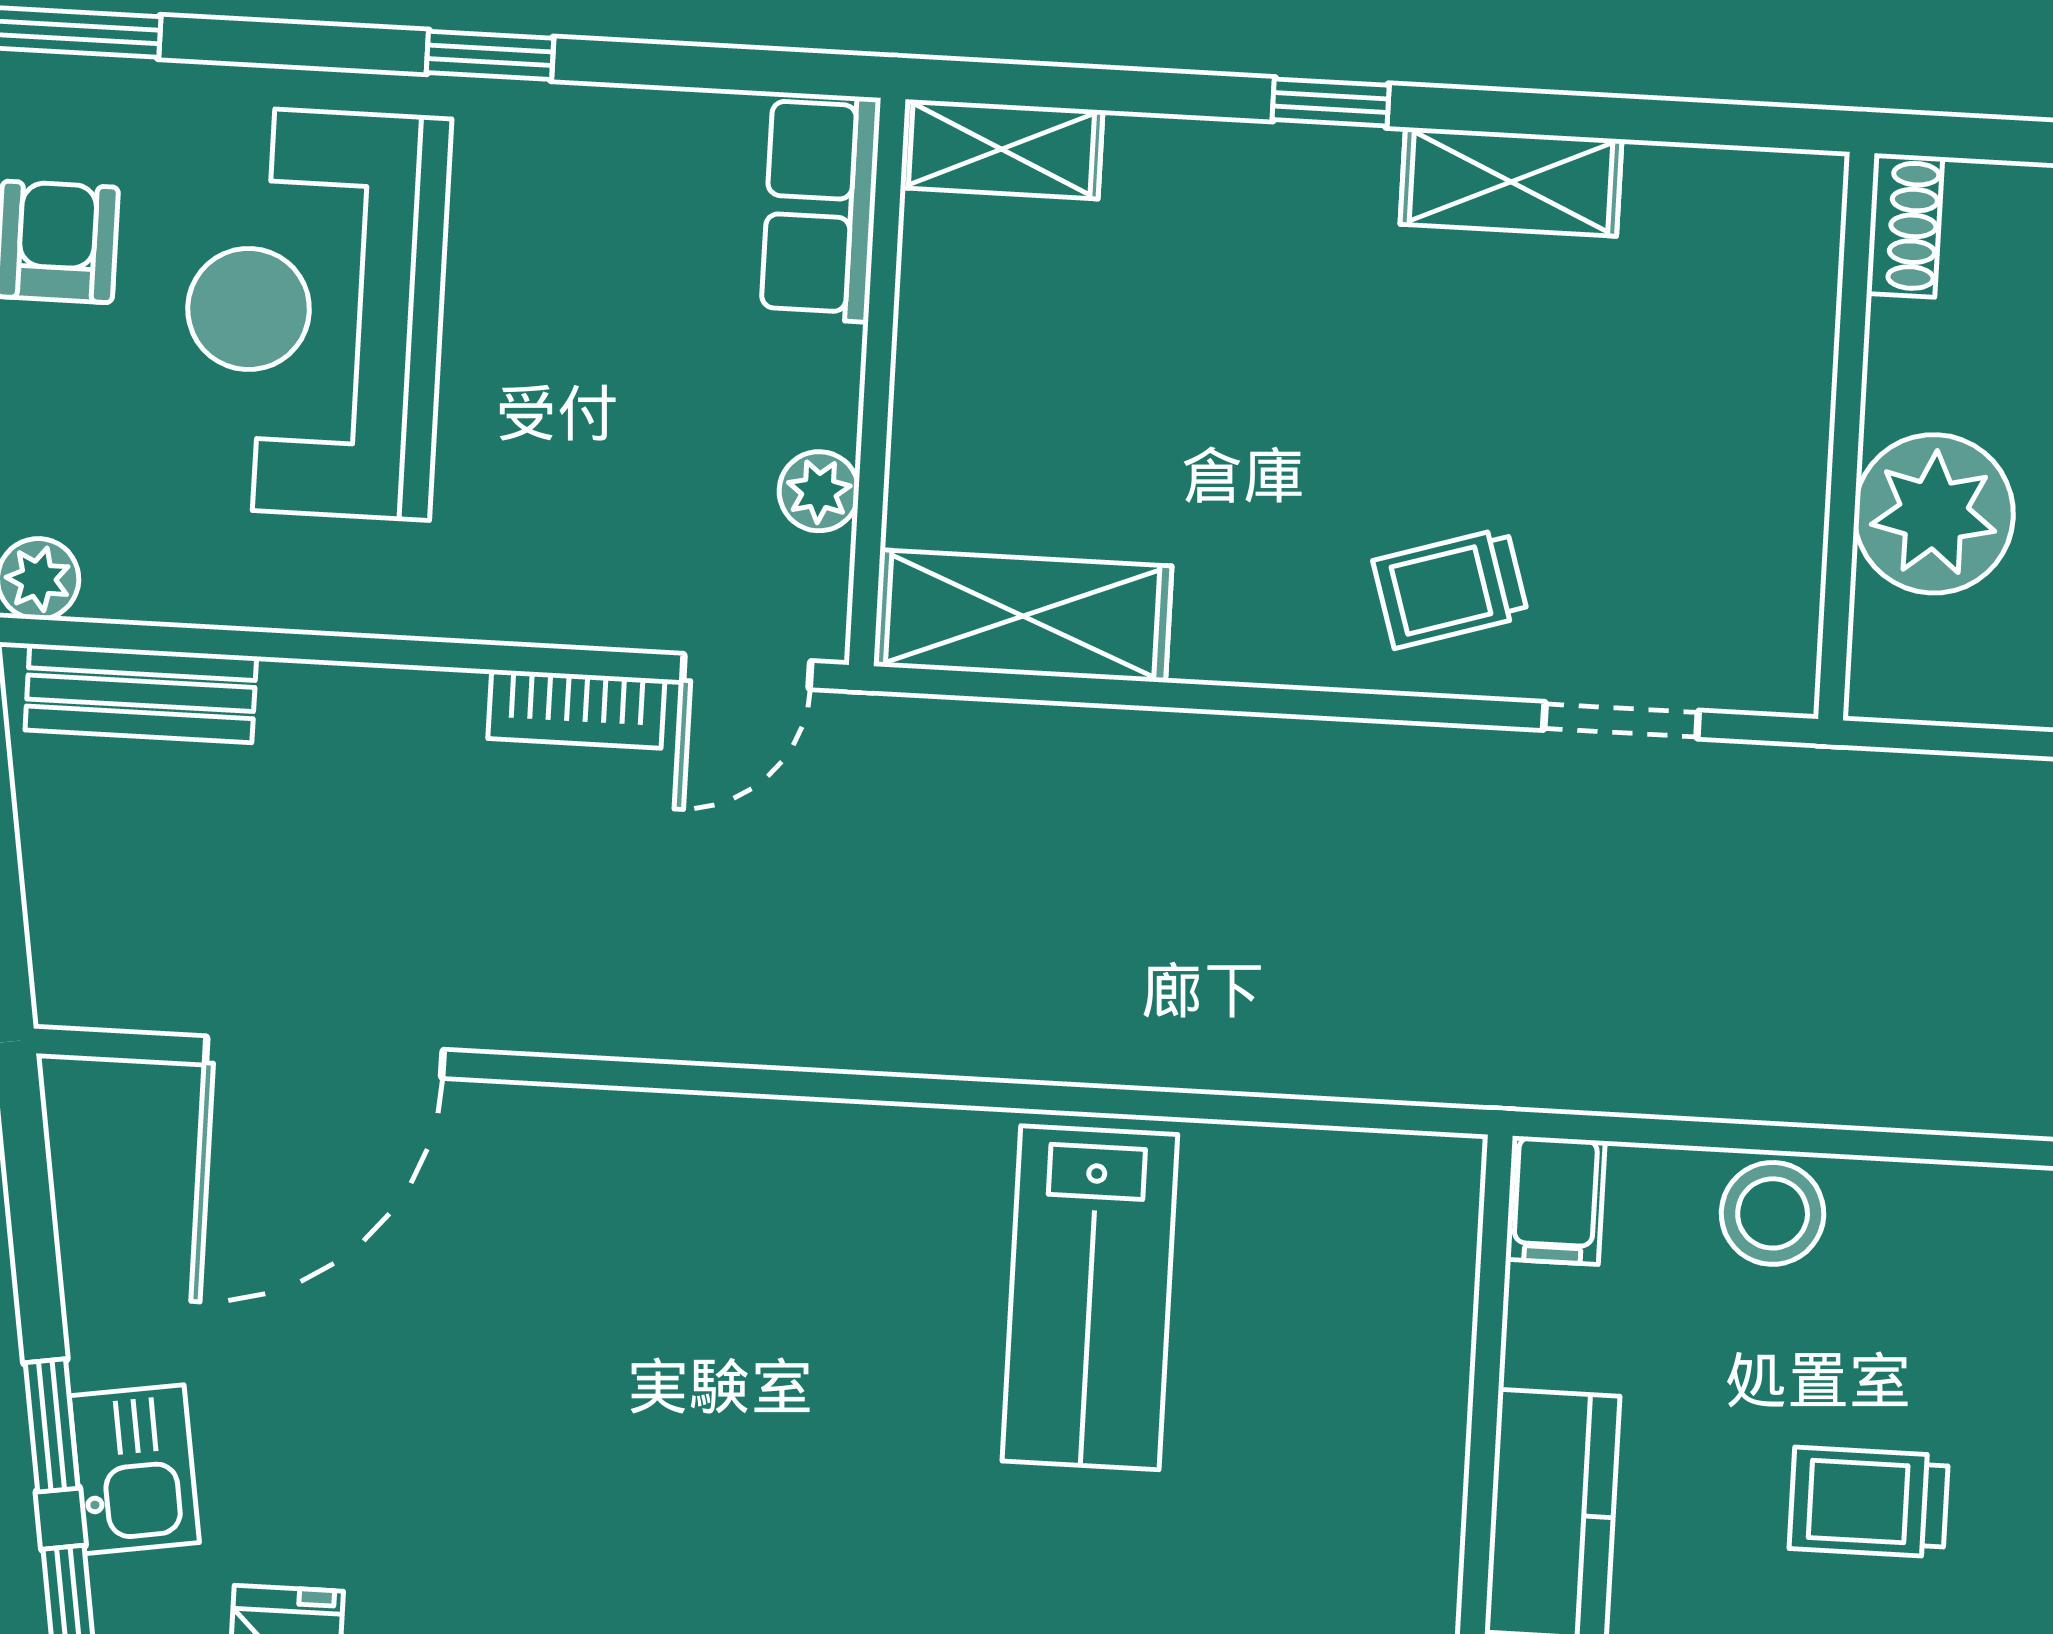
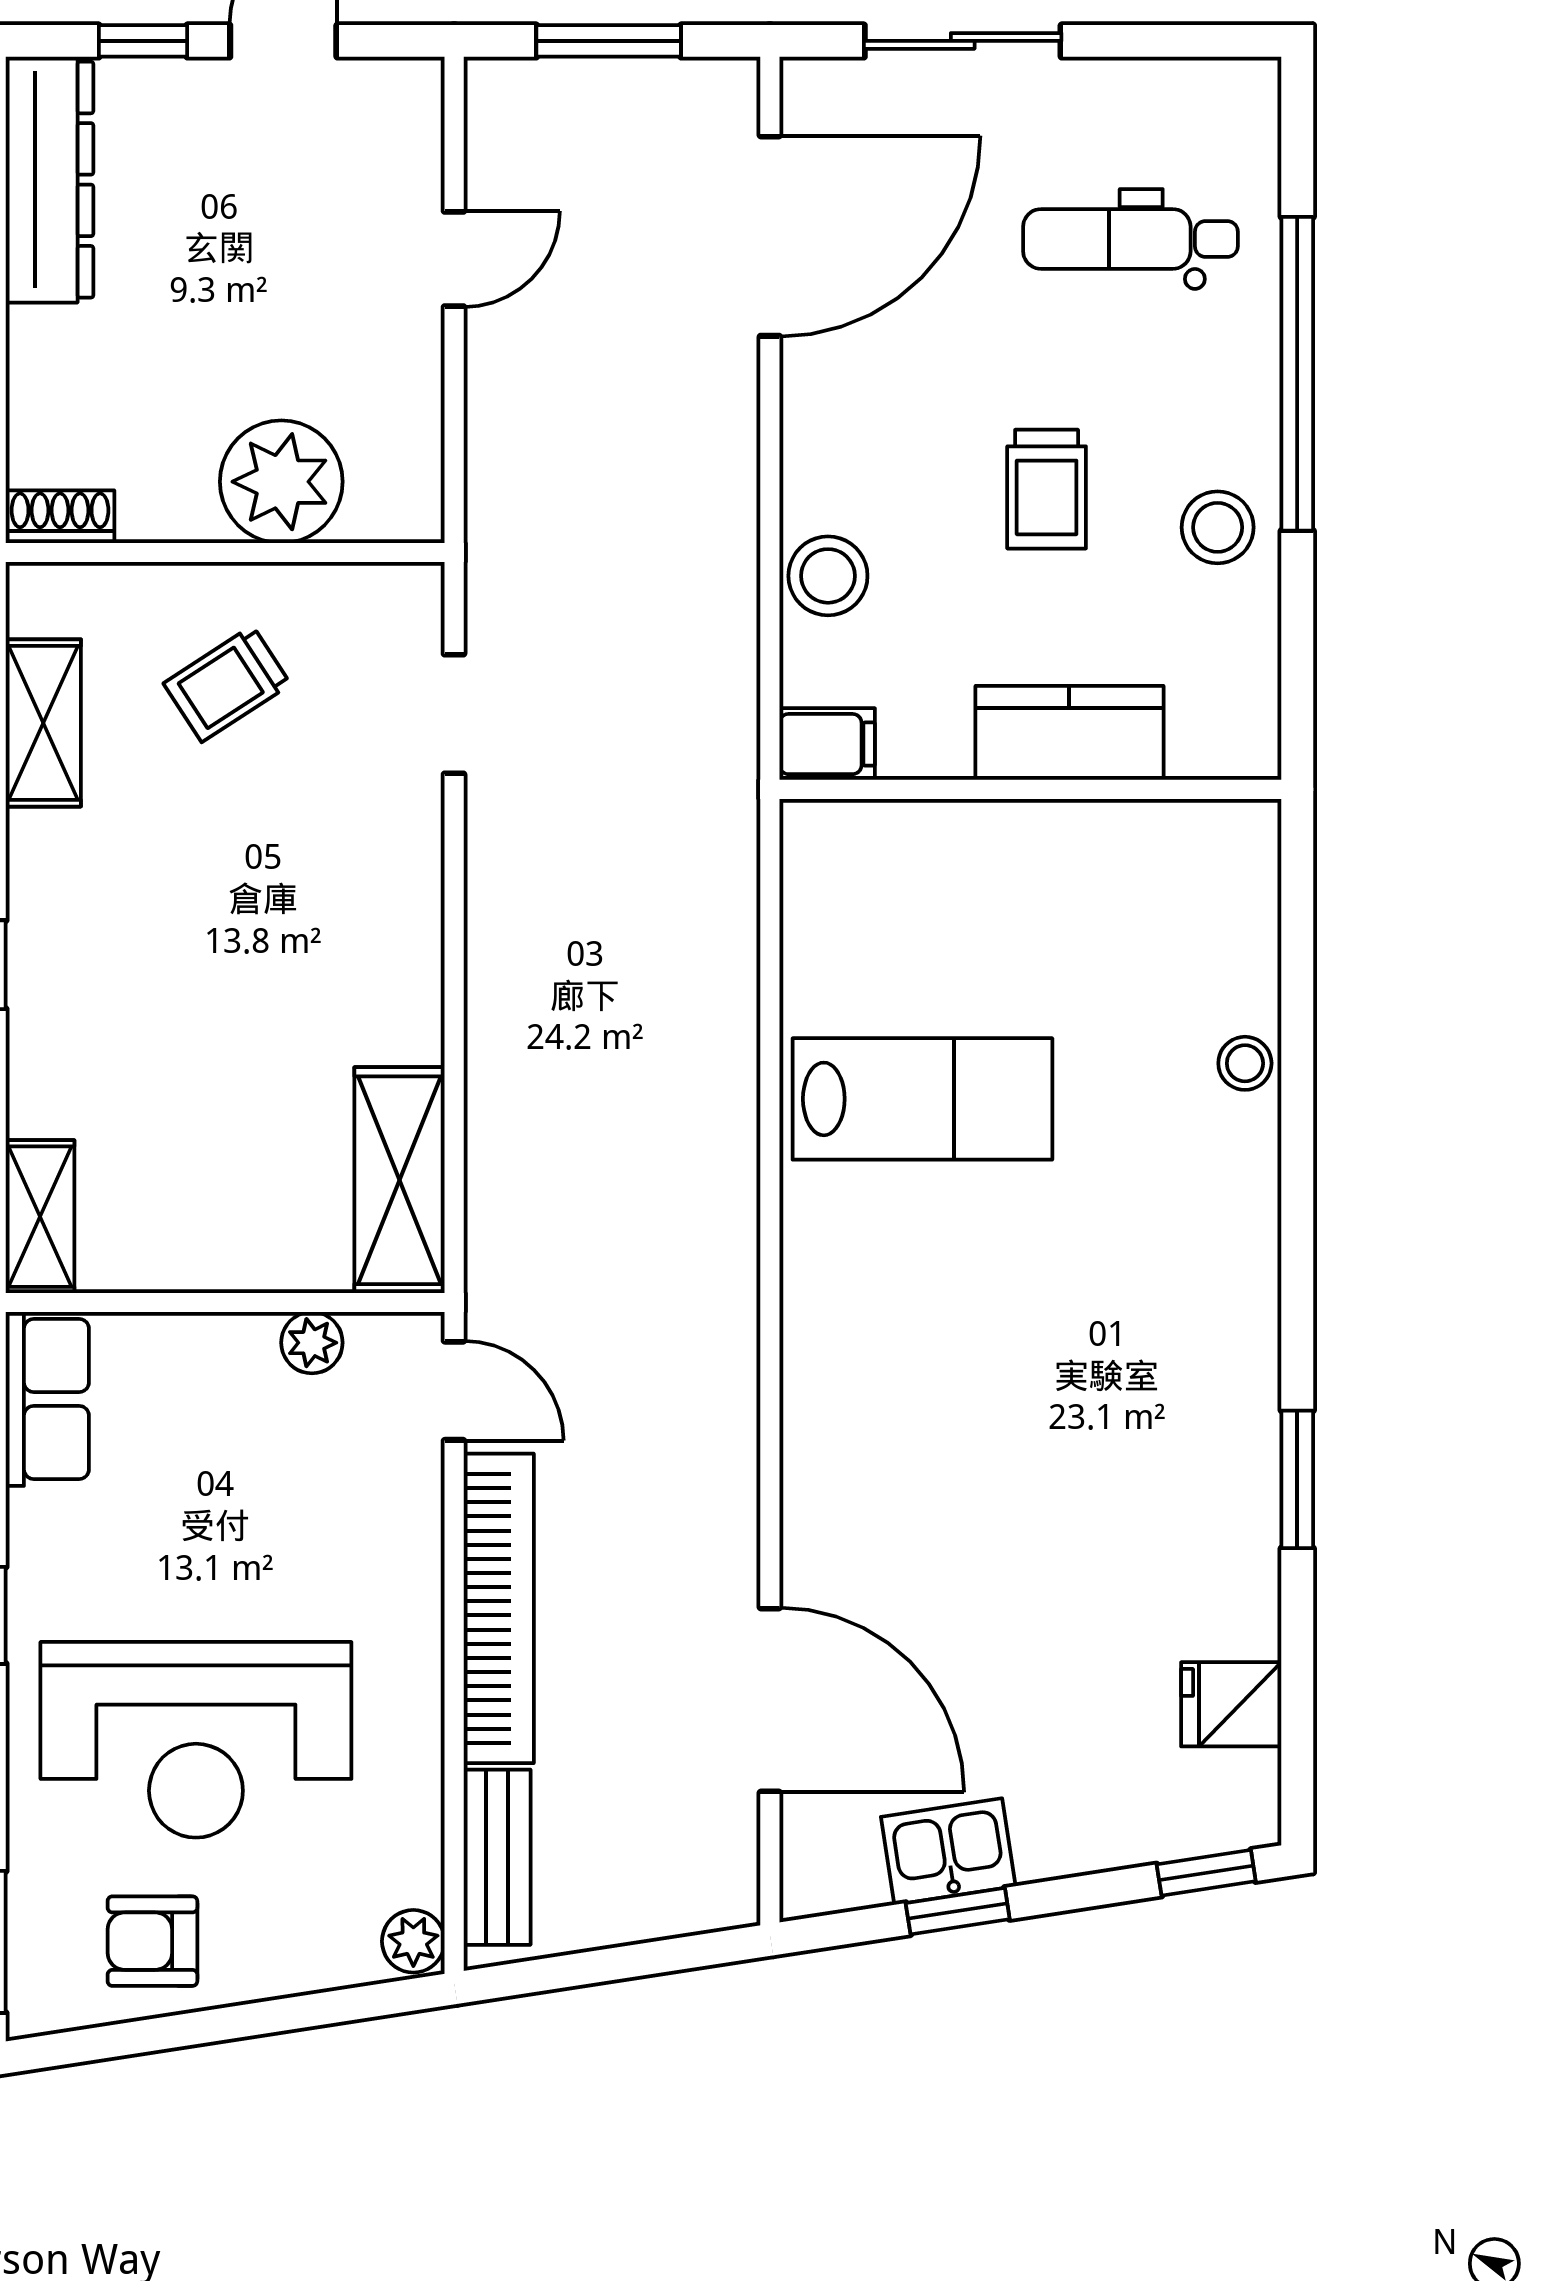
shelving: (1511, 182) -> (43, 723), moved
row of seats: (821, 207) -> (47, 1399), moved, turned -90
trolley: (1450, 588) -> (227, 684), moved, turned 74
bookcase: (576, 709) -> (499, 1608), width x2.31, depth x1.31
window: (52, 1425) -> (958, 1911), moved
kitchen sink: (134, 1469) -> (948, 1851), moved

